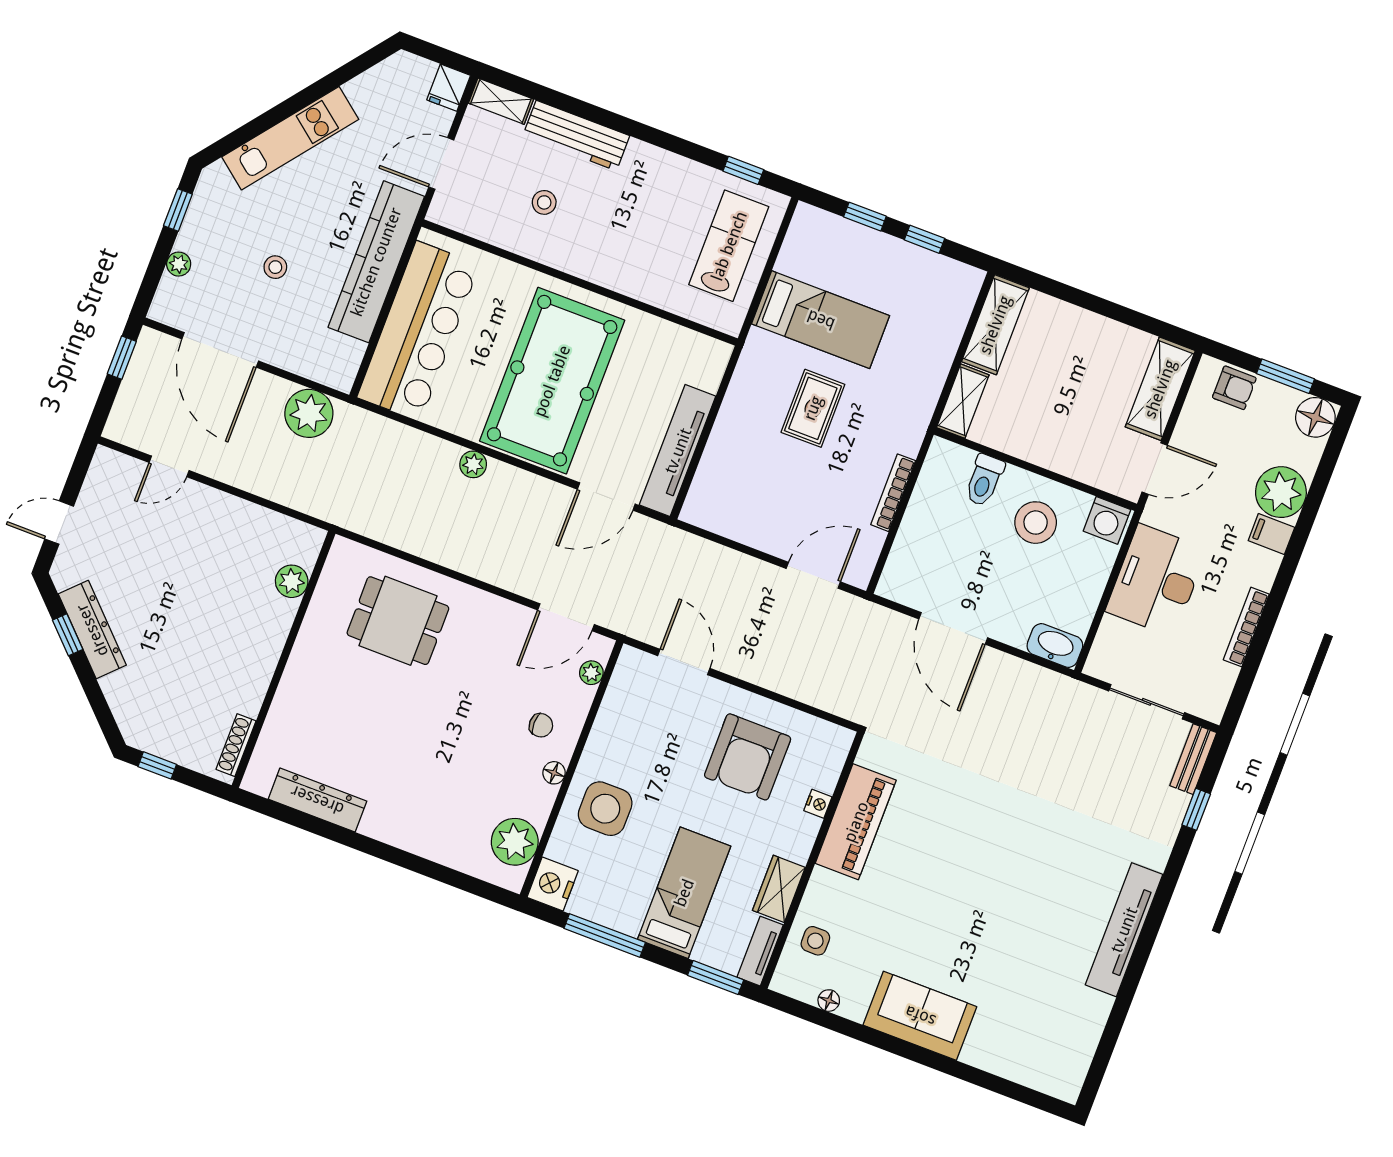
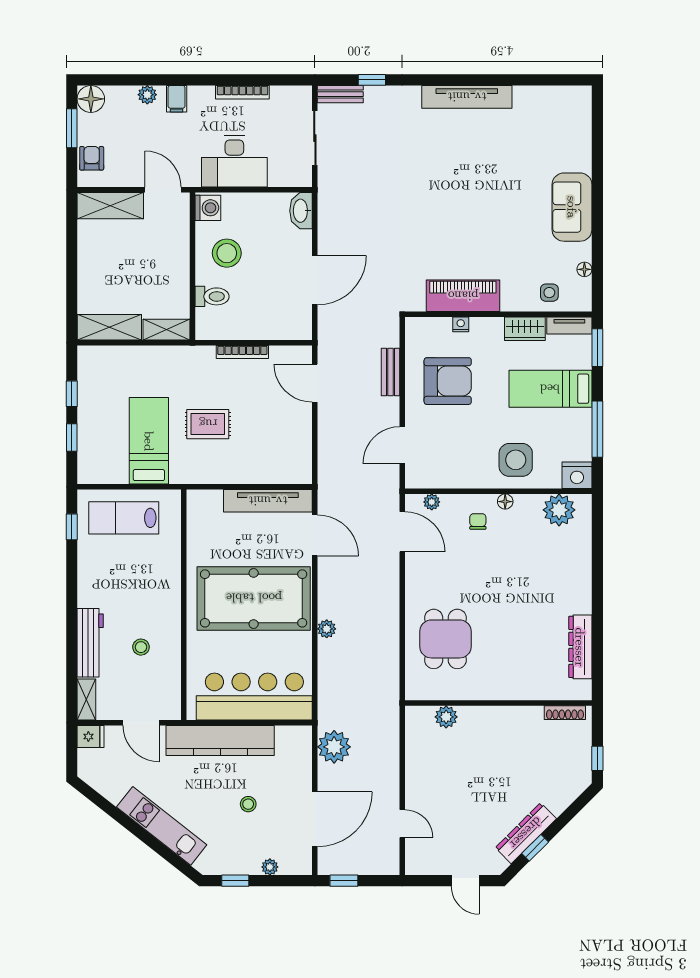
plant: (1281, 492) -> (147, 95), width x0.53, depth x0.53
bench: (789, 684) -> (390, 372), added

